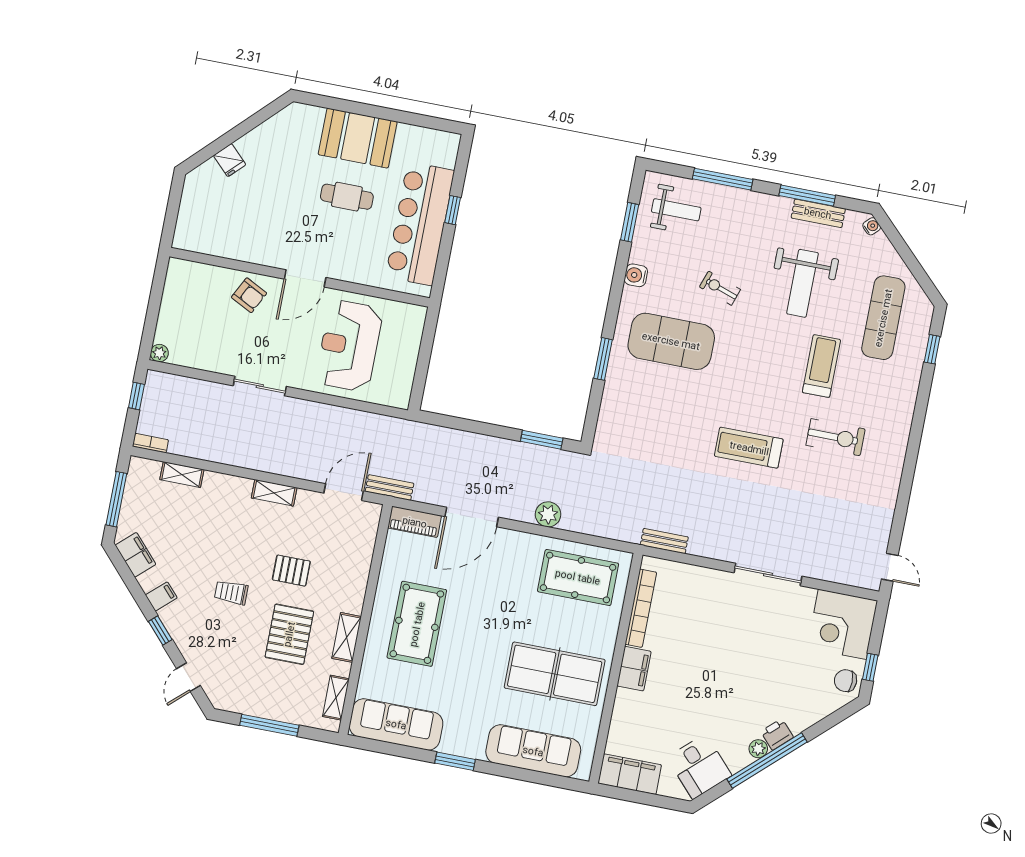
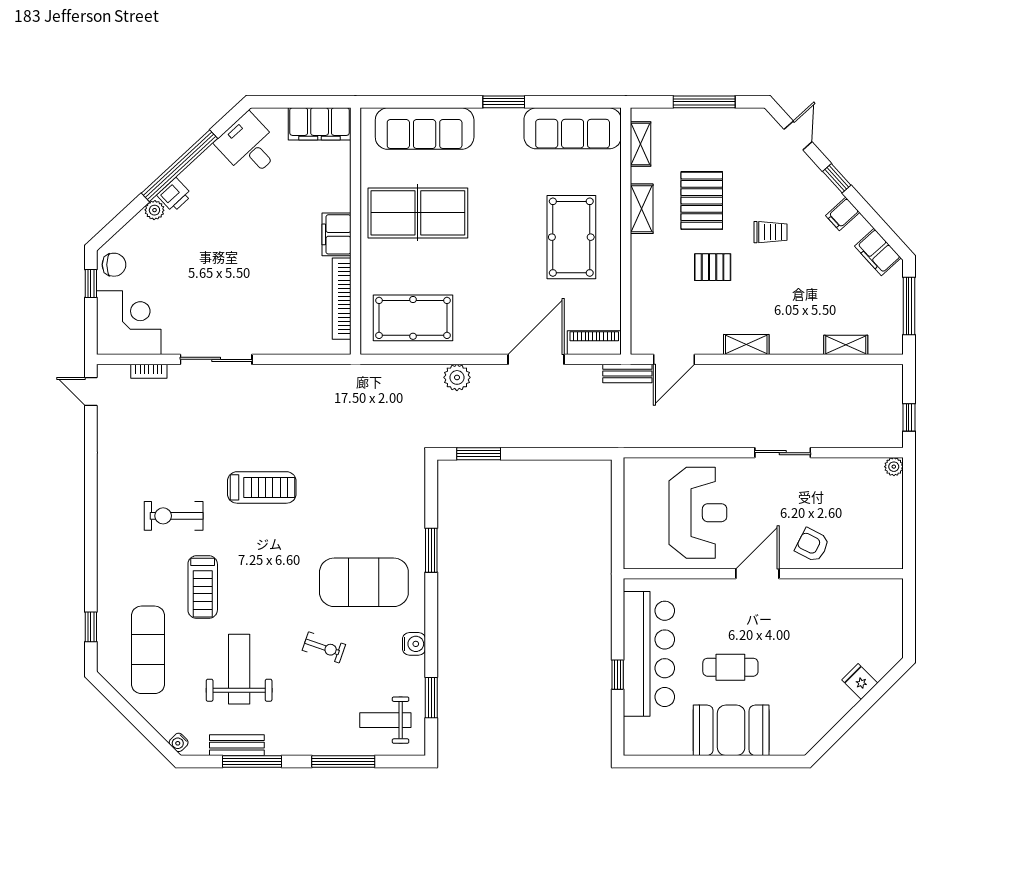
bookcase: (151, 443) -> (149, 371), moved
bench: (664, 541) -> (331, 373), removed
plant: (758, 749) -> (154, 210), moved

